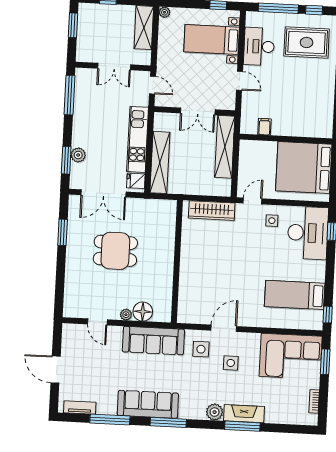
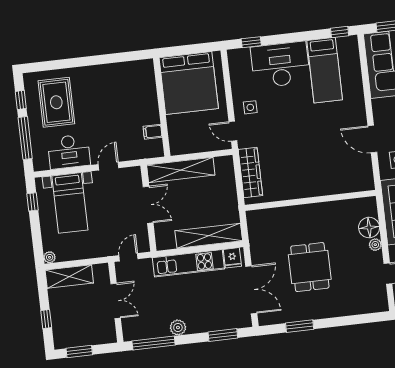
plant: (78, 155) -> (178, 327), moved
desk: (308, 233) -> (280, 65), moved

